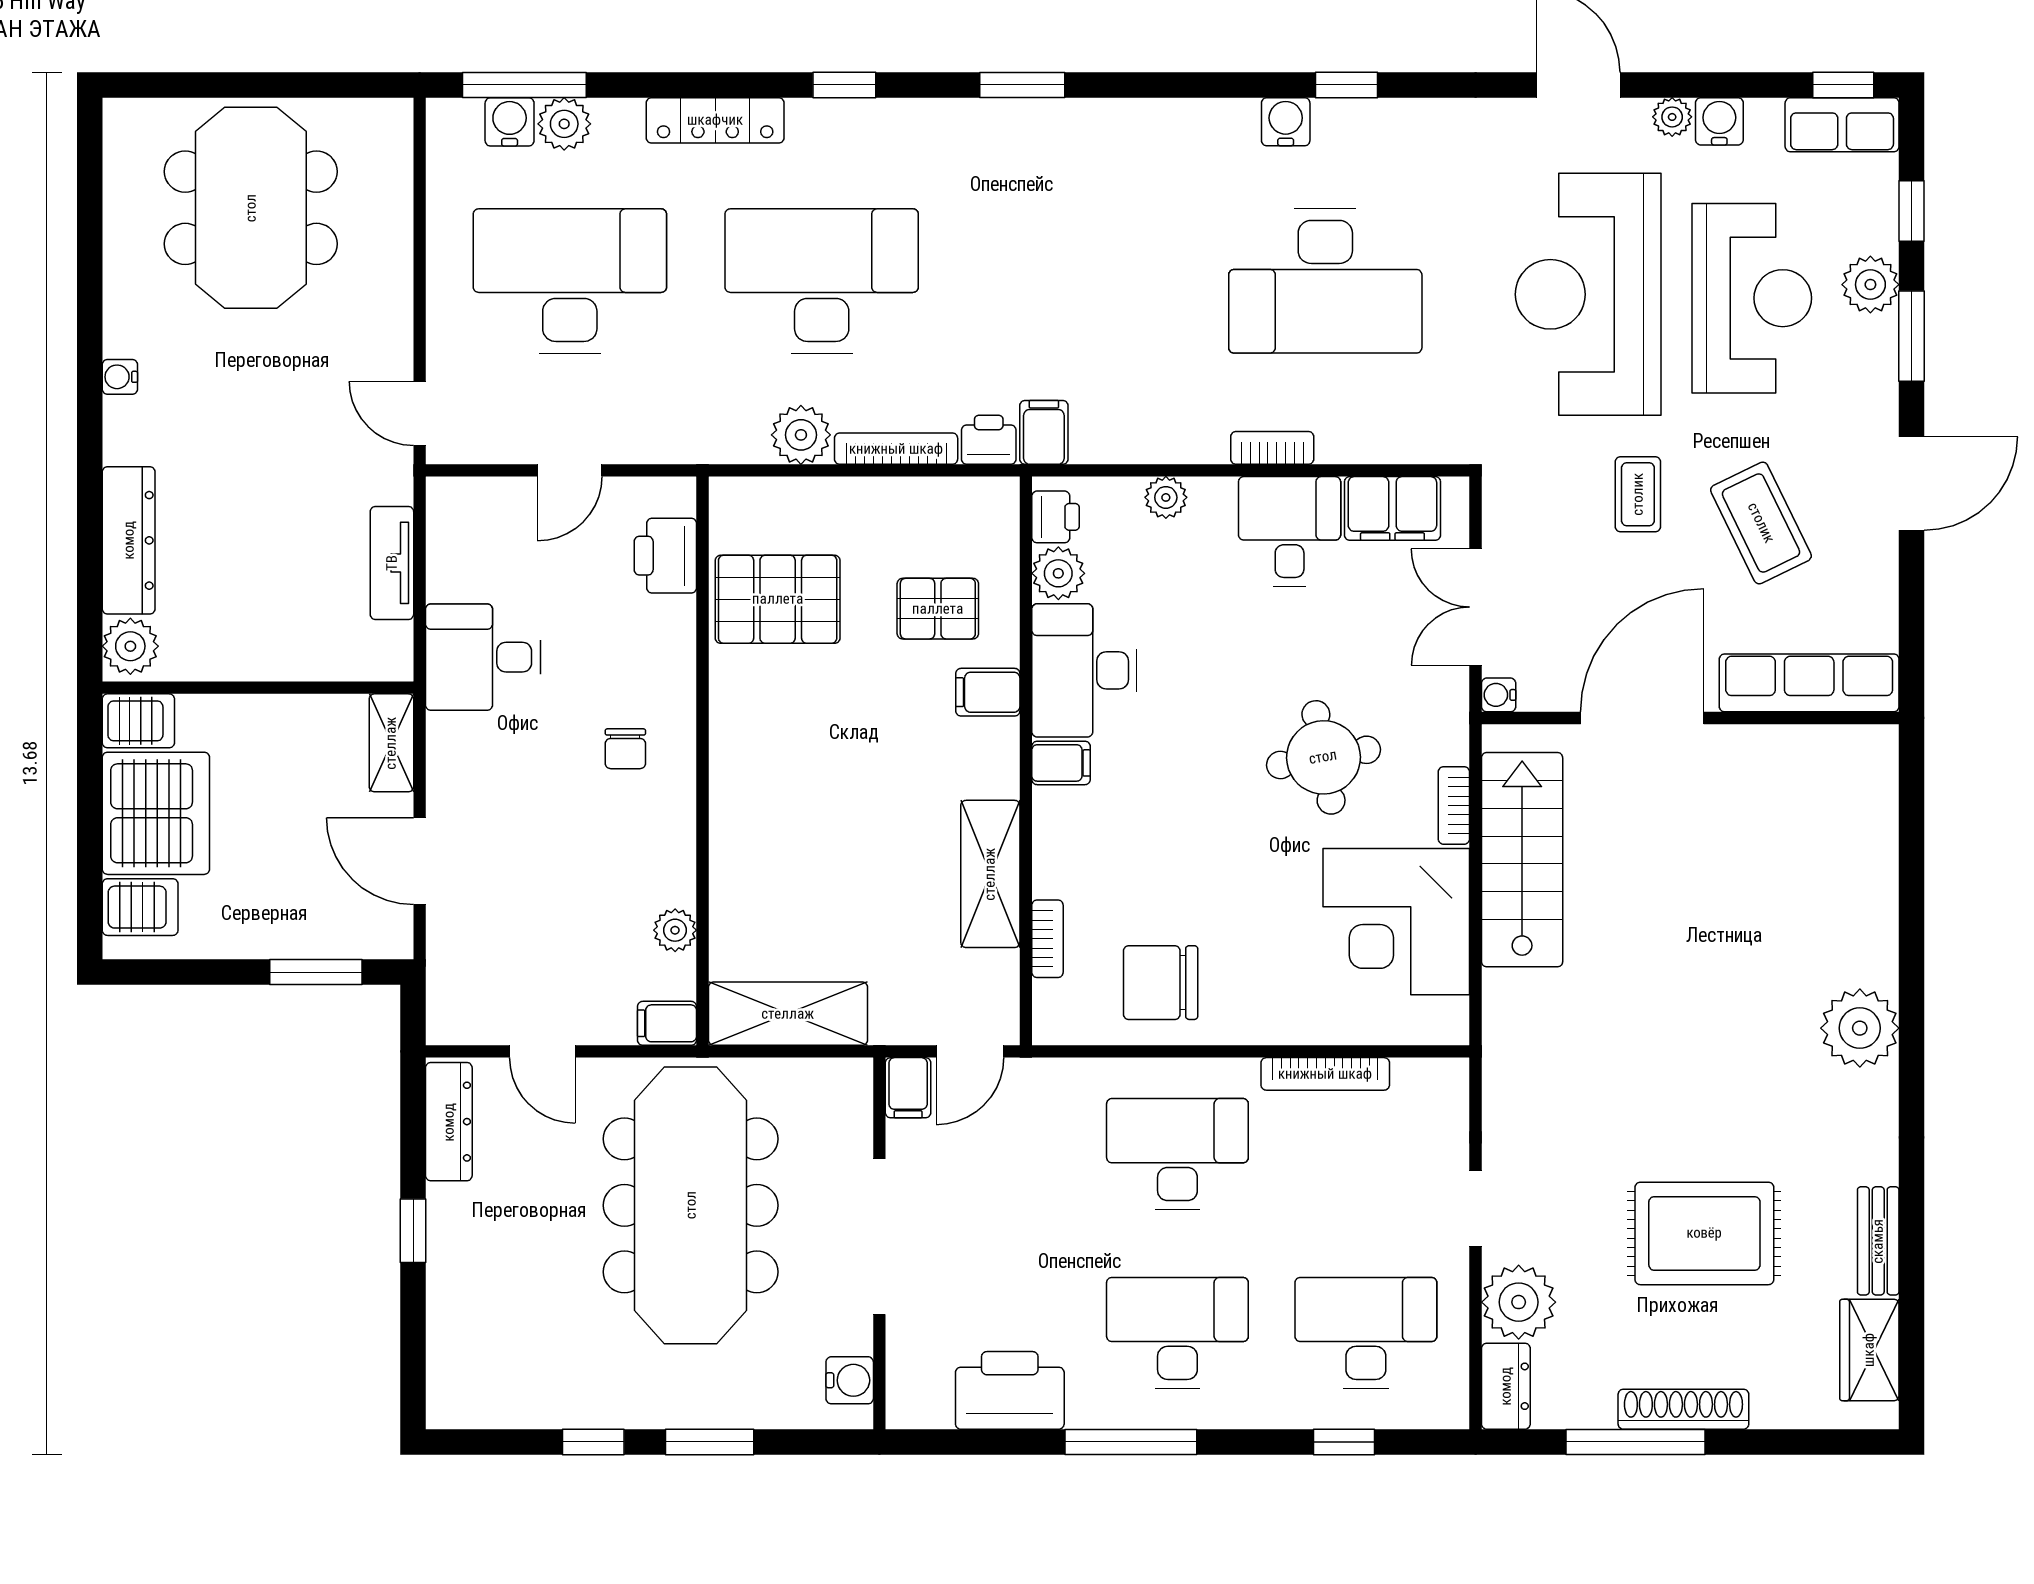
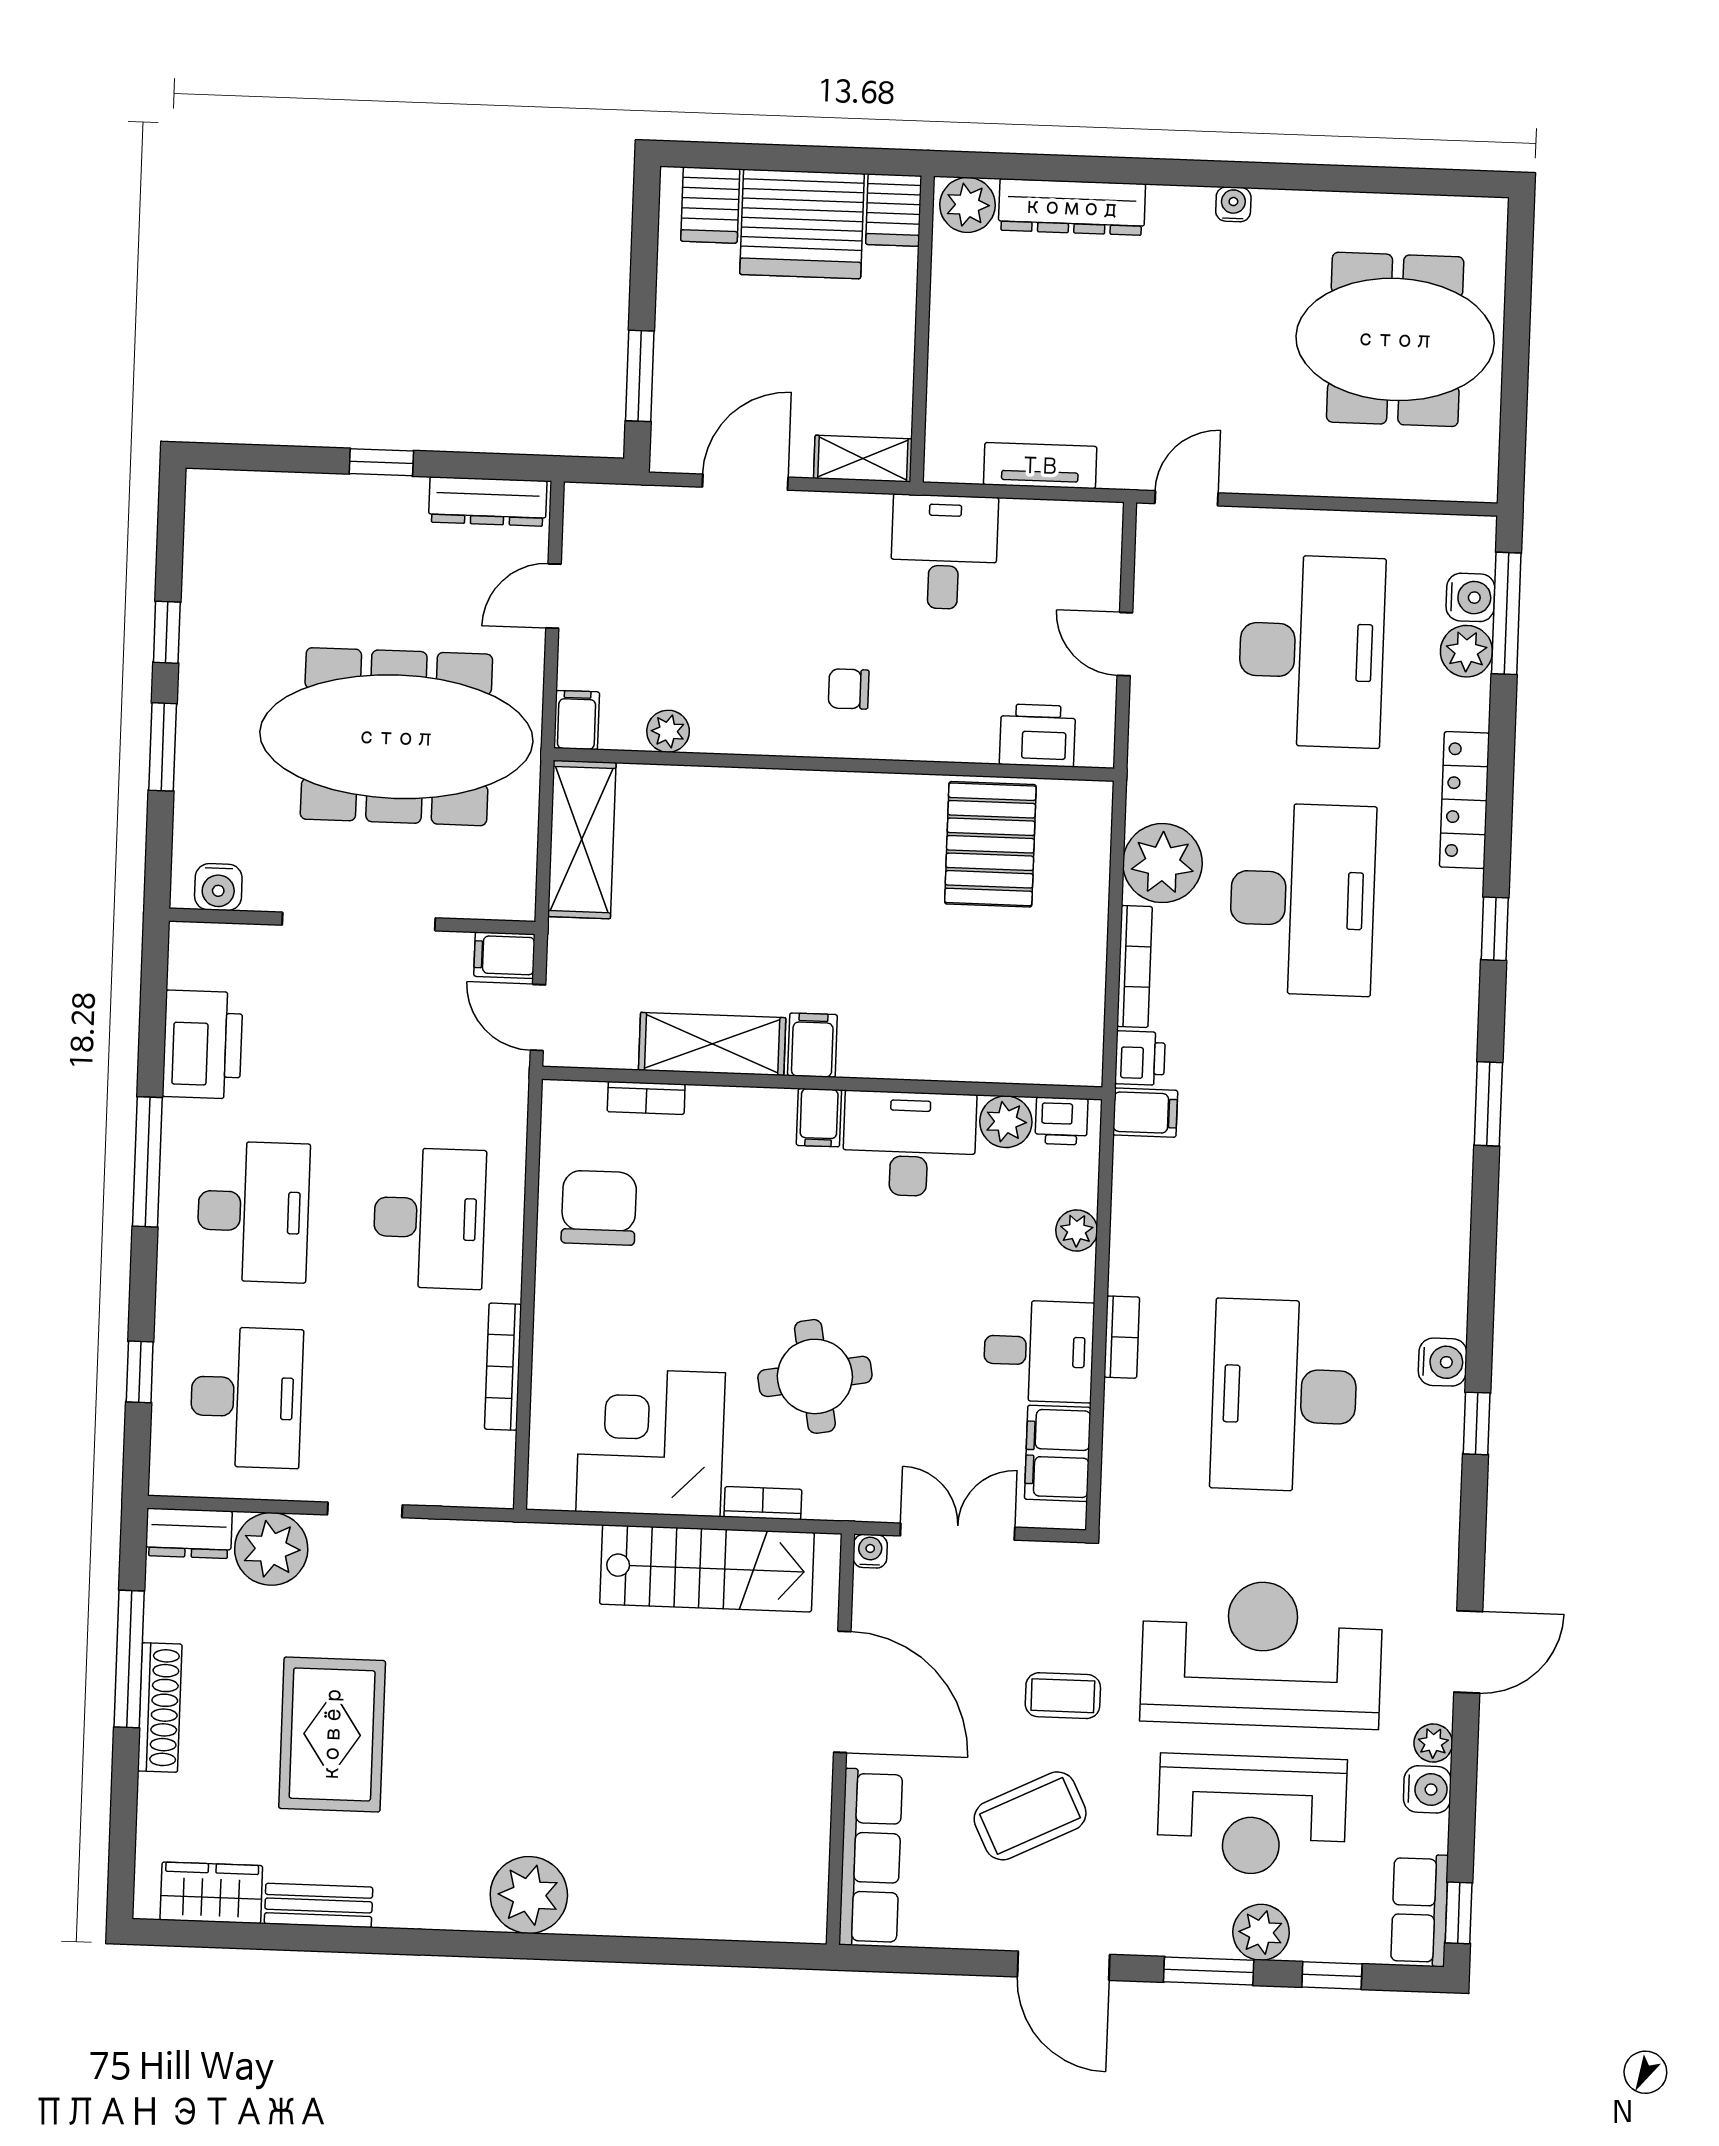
plant: (801, 435) -> (1162, 863), width x1.36, depth x1.36
pallet: (938, 609) -> (975, 1002), removed
filing cabinet: (988, 692) -> (812, 1045), moved

